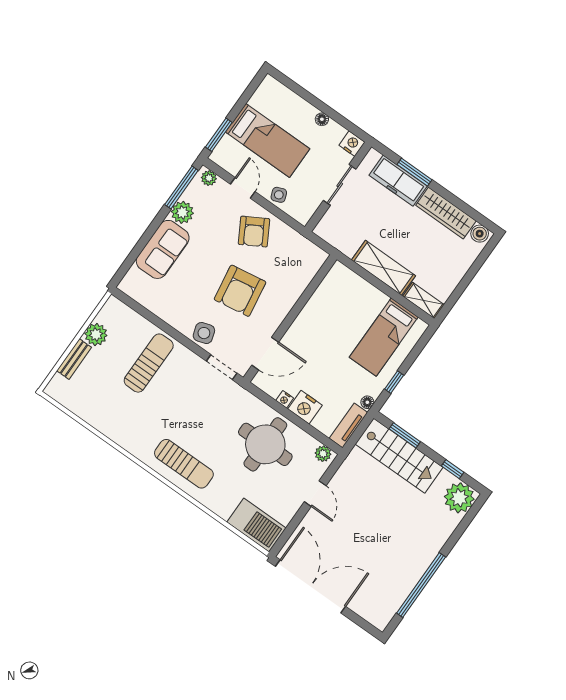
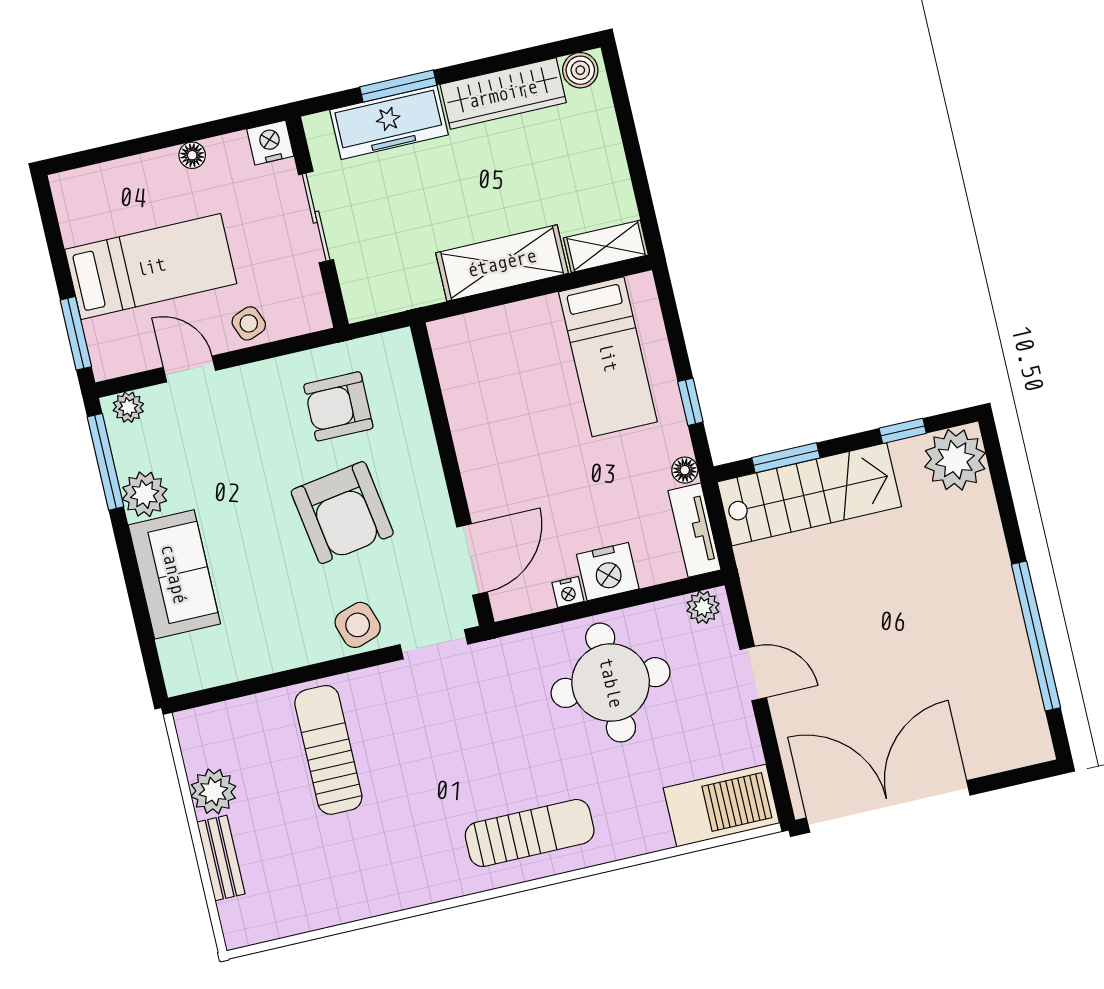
armchair: (254, 232) -> (338, 406), moved, turned 120

